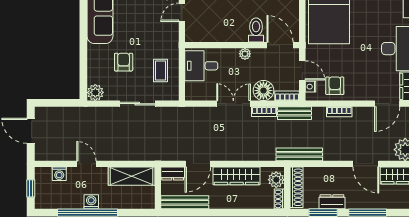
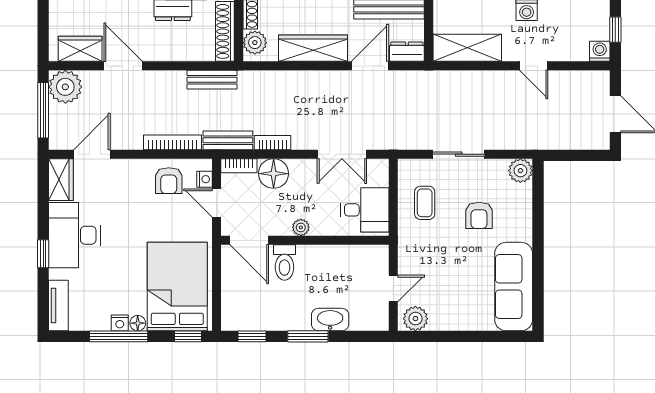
double door: (233, 104) -> (342, 154), moved
bookcase: (339, 112) -> (173, 142), width x1.56
bench: (299, 154) -> (212, 80), width x0.73
washing machine: (59, 174) -> (600, 51), moved

